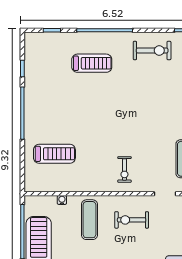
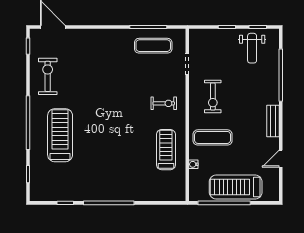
treadmill: (92, 63) -> (60, 135), width x1.37, depth x1.38
treadmill: (54, 154) -> (166, 150), moved

